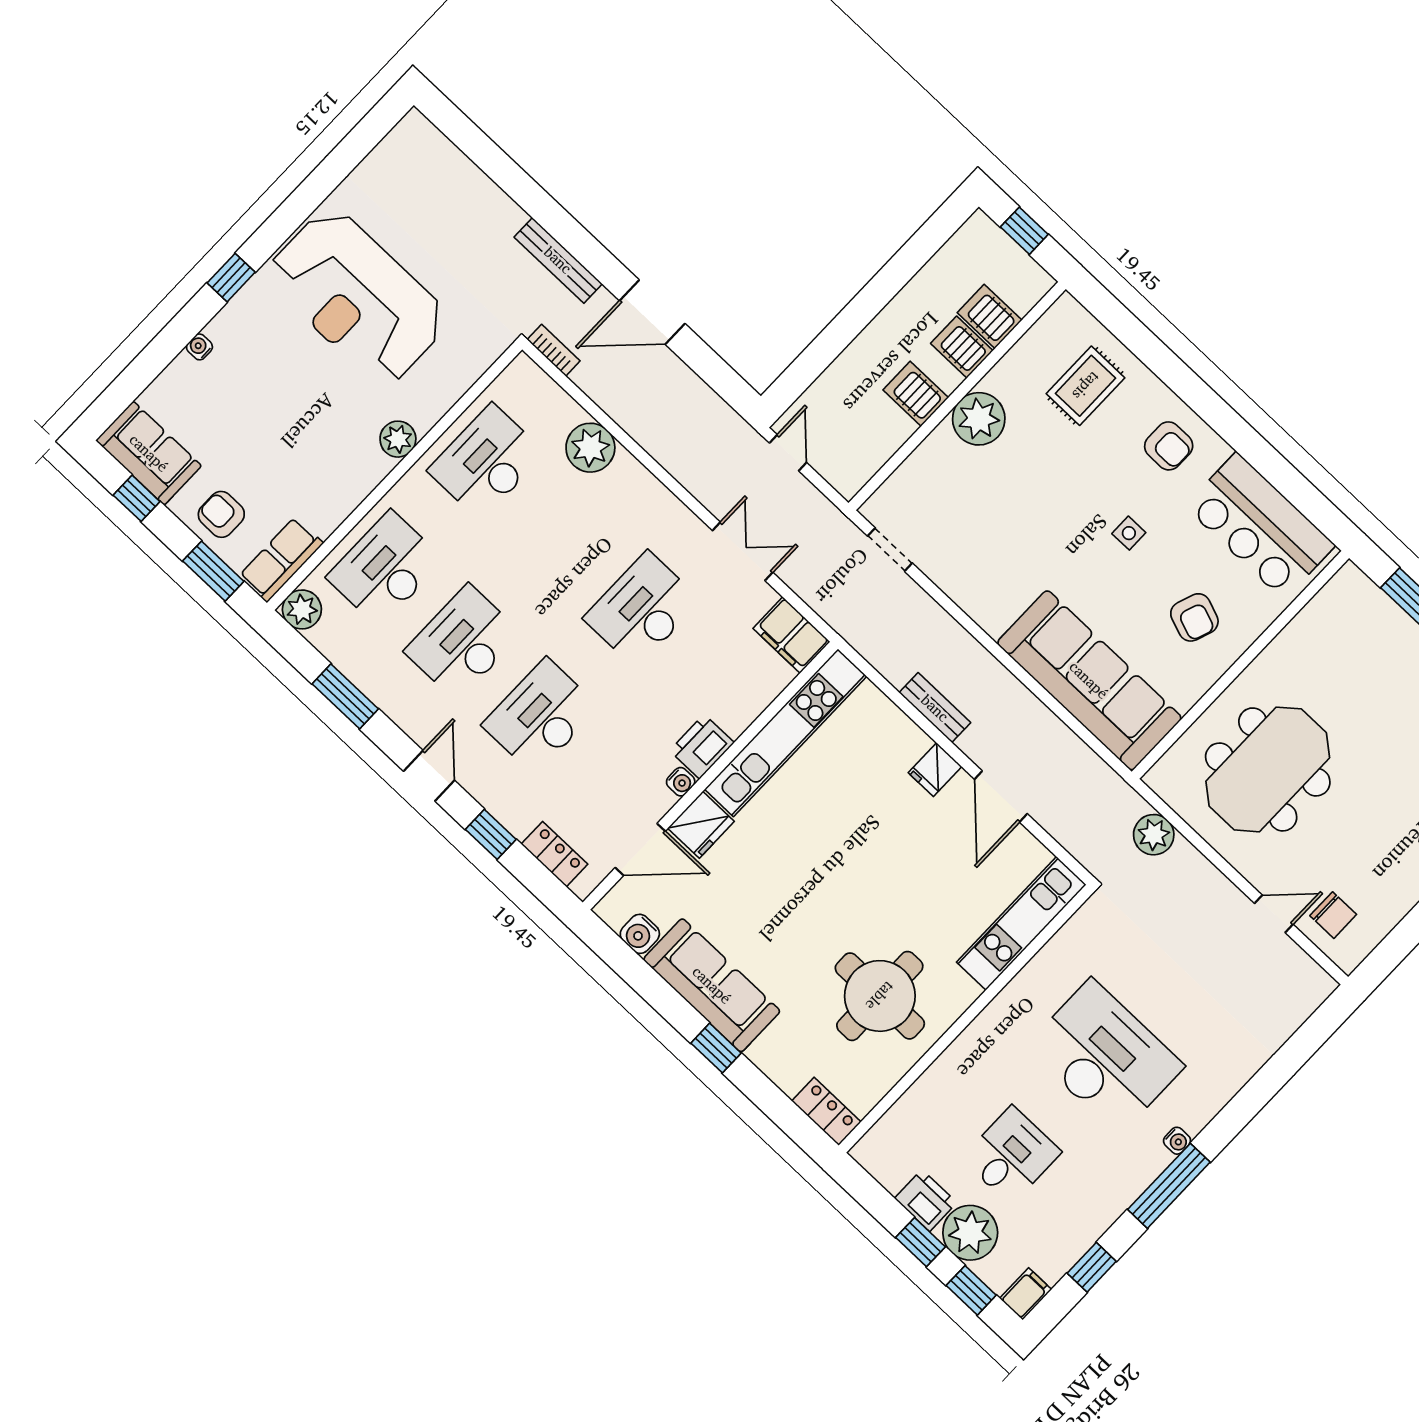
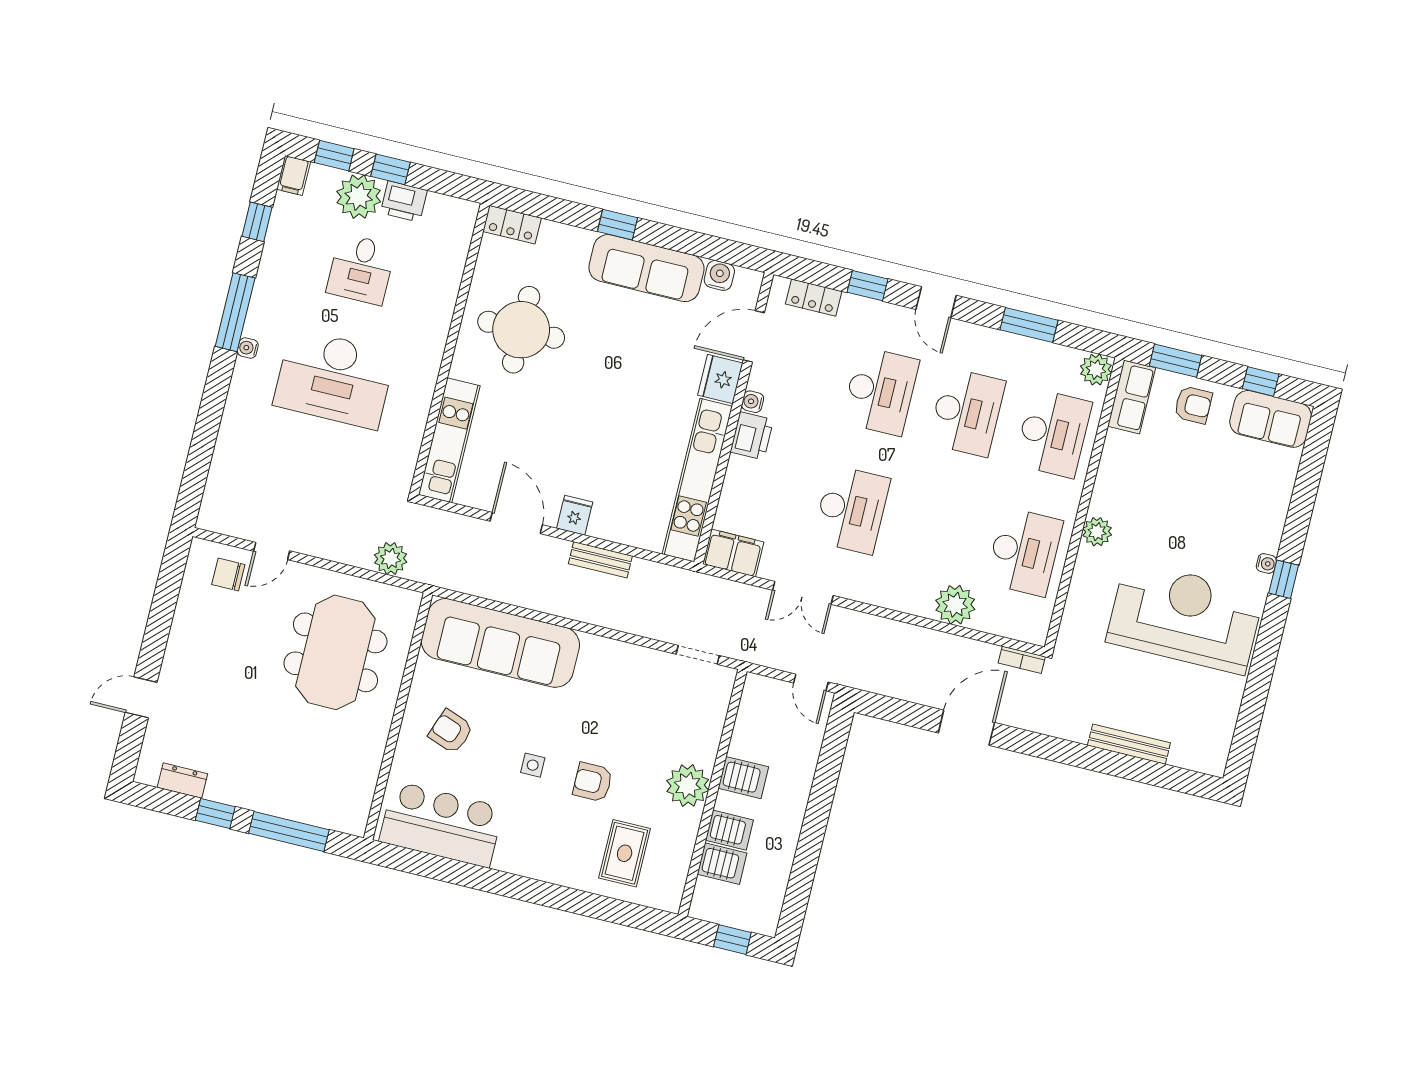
bench: (558, 260) -> (1129, 744), moved
water cooler: (199, 347) -> (1266, 563), moved
armchair: (1169, 446) -> (593, 782), moved

